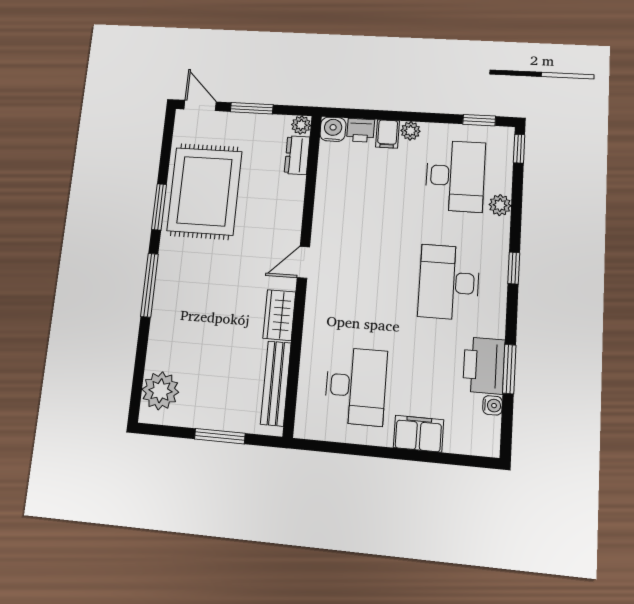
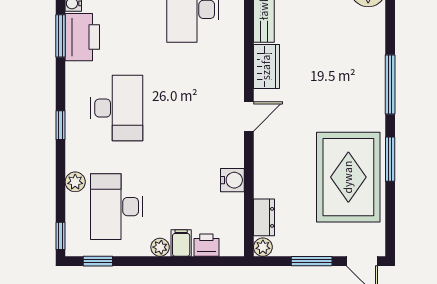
water cooler: (333, 129) -> (232, 180), moved, turned -90

